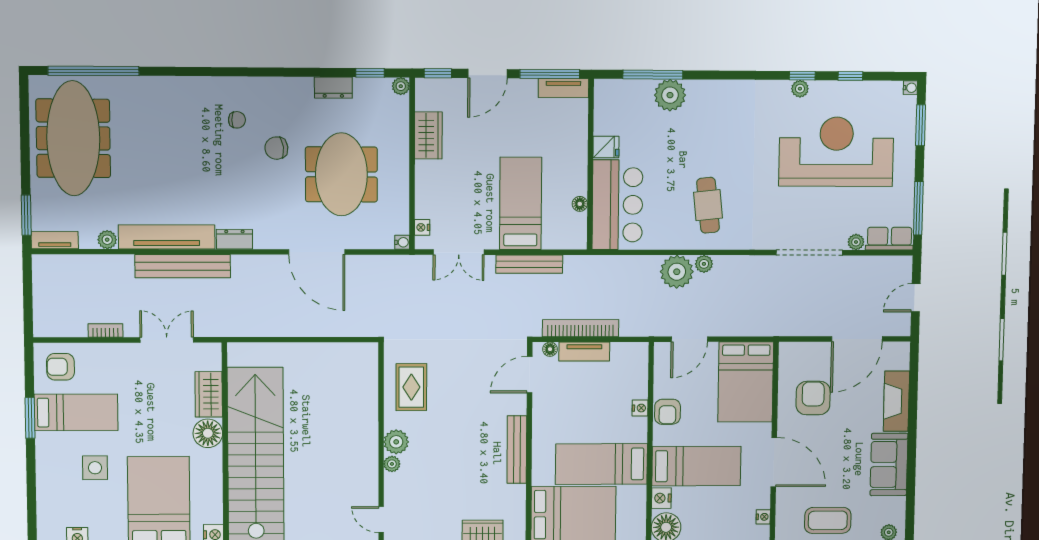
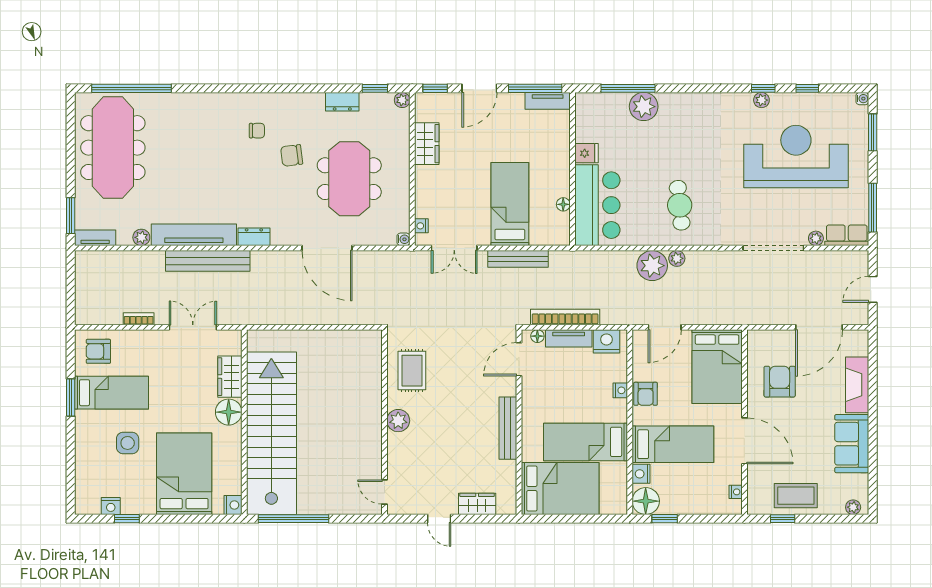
nightstand: (626, 355) -> (606, 341), added
plant: (392, 464) -> (394, 441), removed

